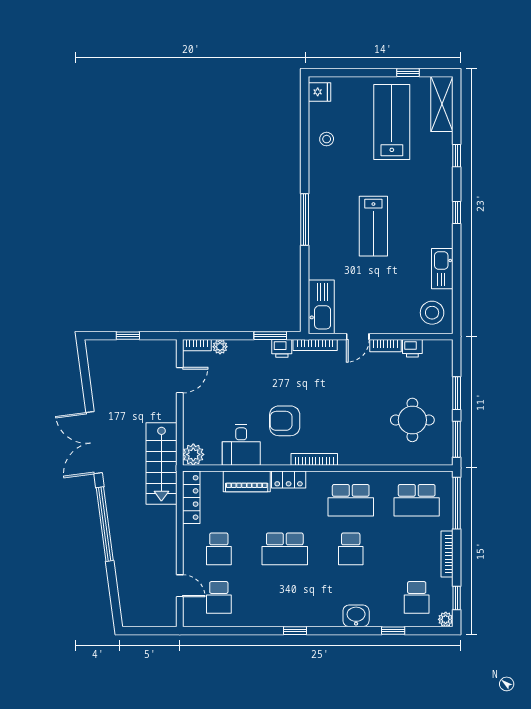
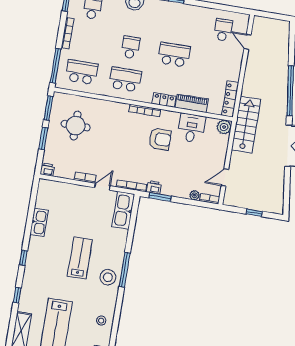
stool: (432, 313) -> (108, 277), moved
printer: (412, 348) -> (47, 170), moved
school desk: (219, 549) -> (218, 62), removed

